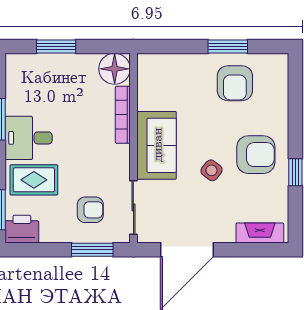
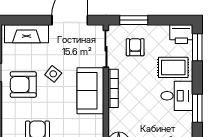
bookcase: (123, 115) -> (113, 88), moved
armchair: (90, 210) -> (135, 47), turned 90
fireplace: (260, 233) -> (26, 34), width x1.37, depth x1.32

